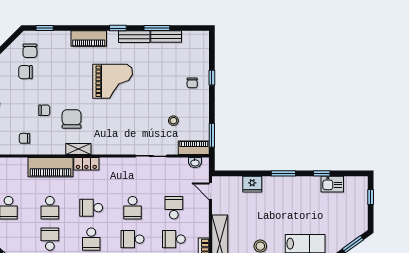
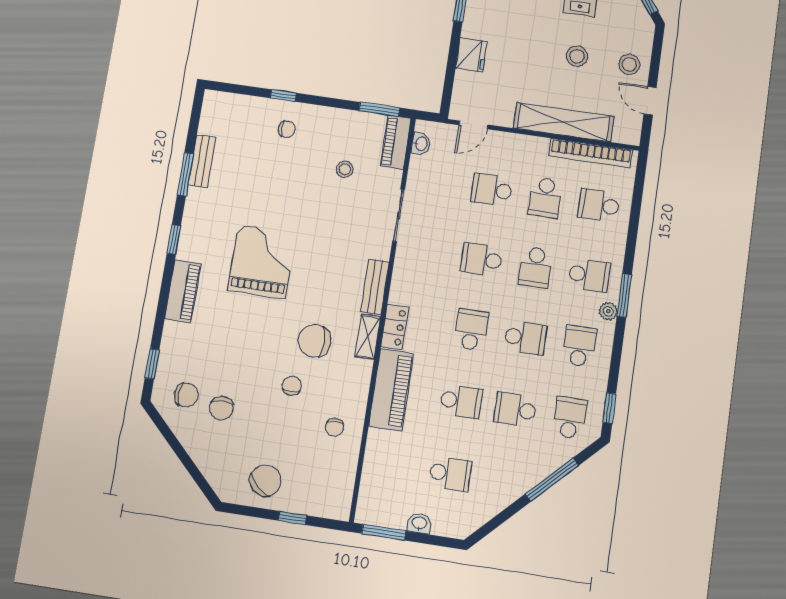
bench: (134, 37) -> (375, 287), moved
school desk: (91, 208) -> (471, 330), turned 180
school desk: (133, 208) -> (482, 259), turned 180

